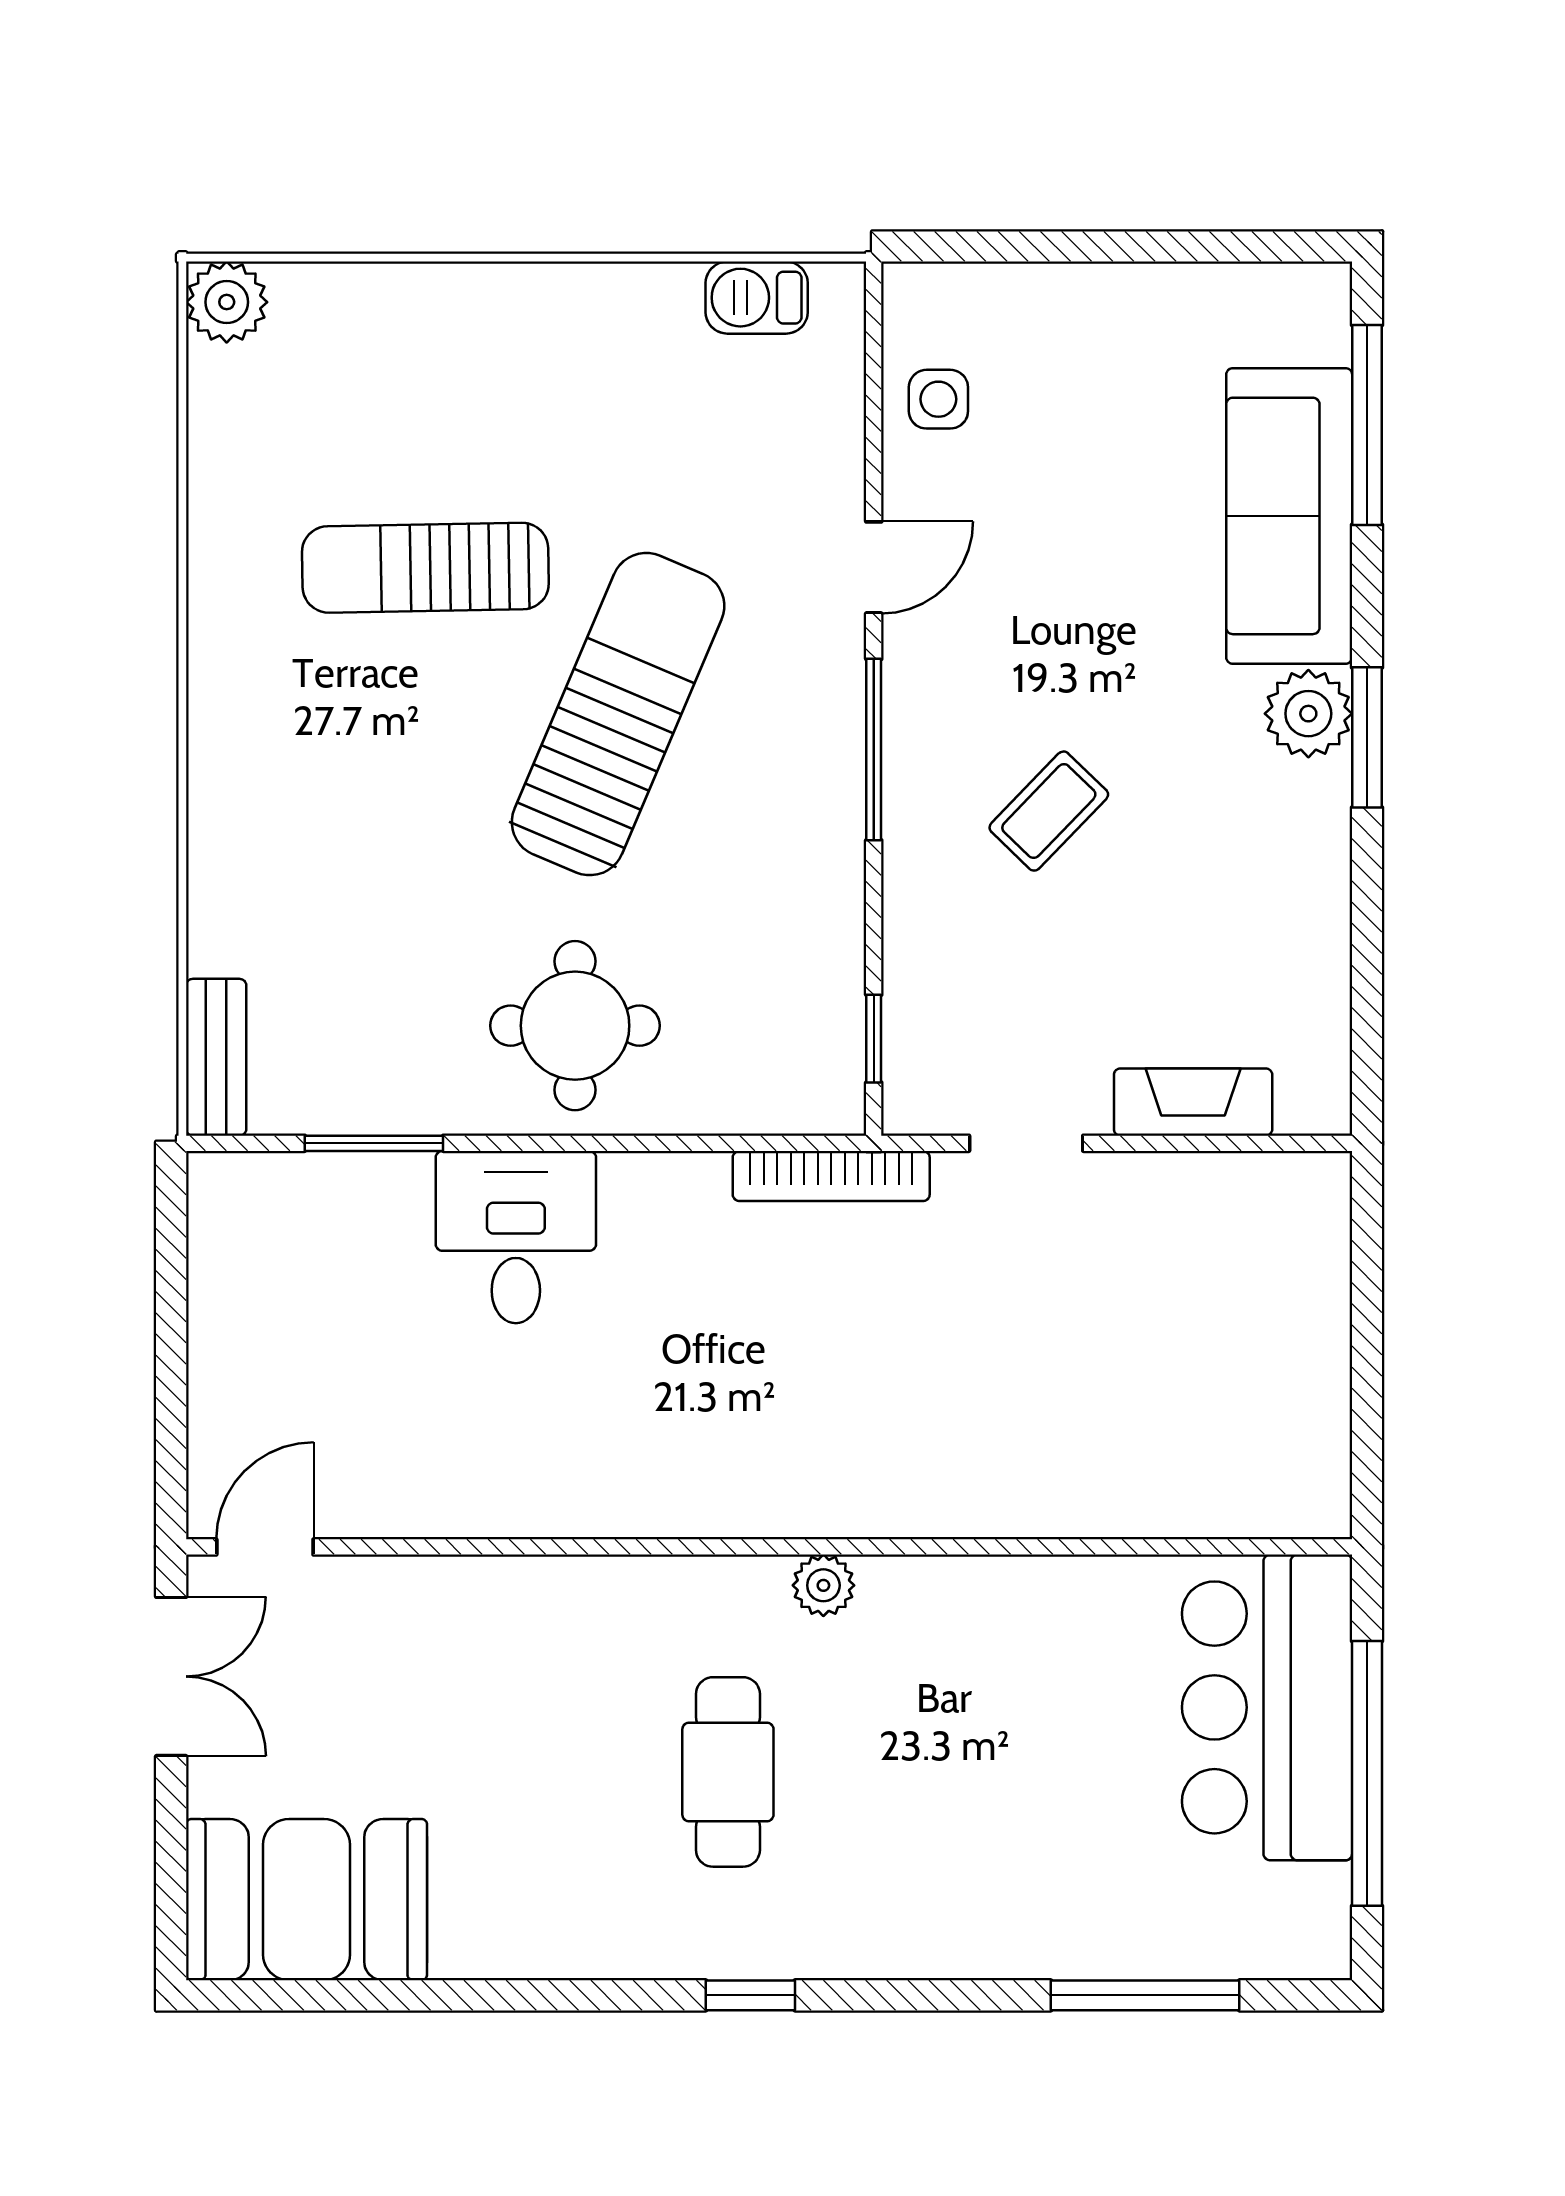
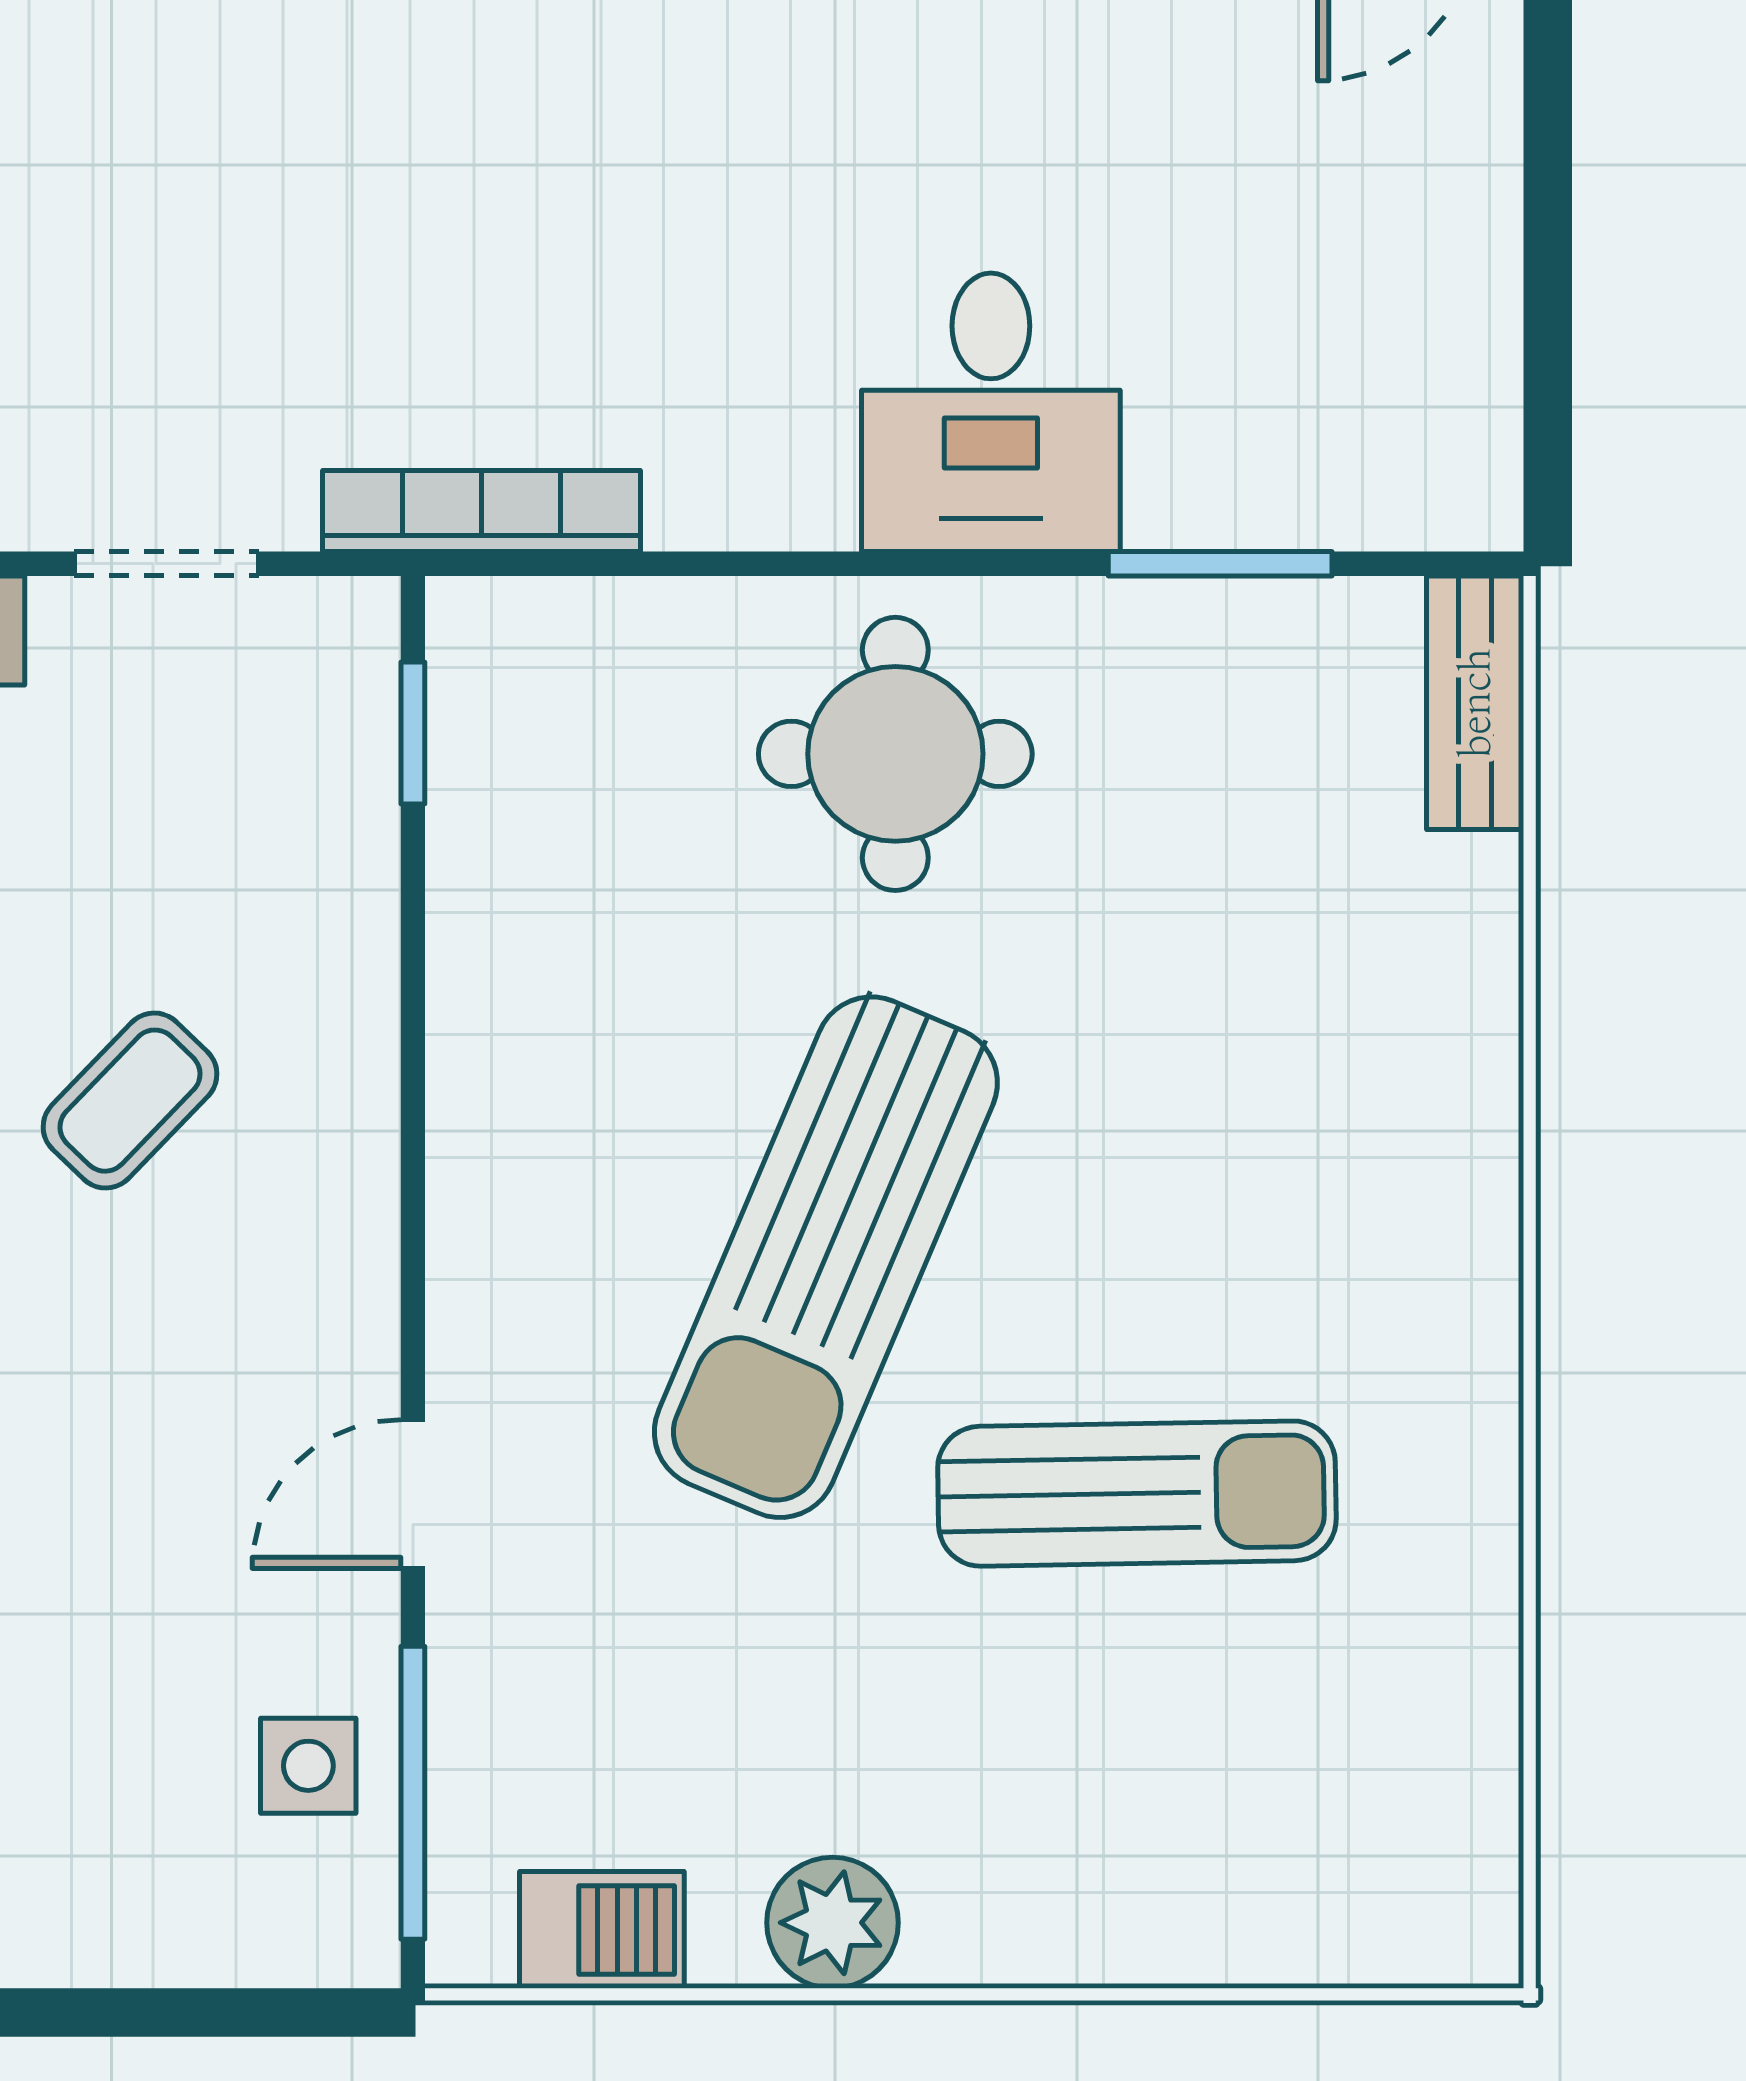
plant: (227, 302) -> (833, 1923), moved
window: (874, 750) -> (413, 1793), moved

